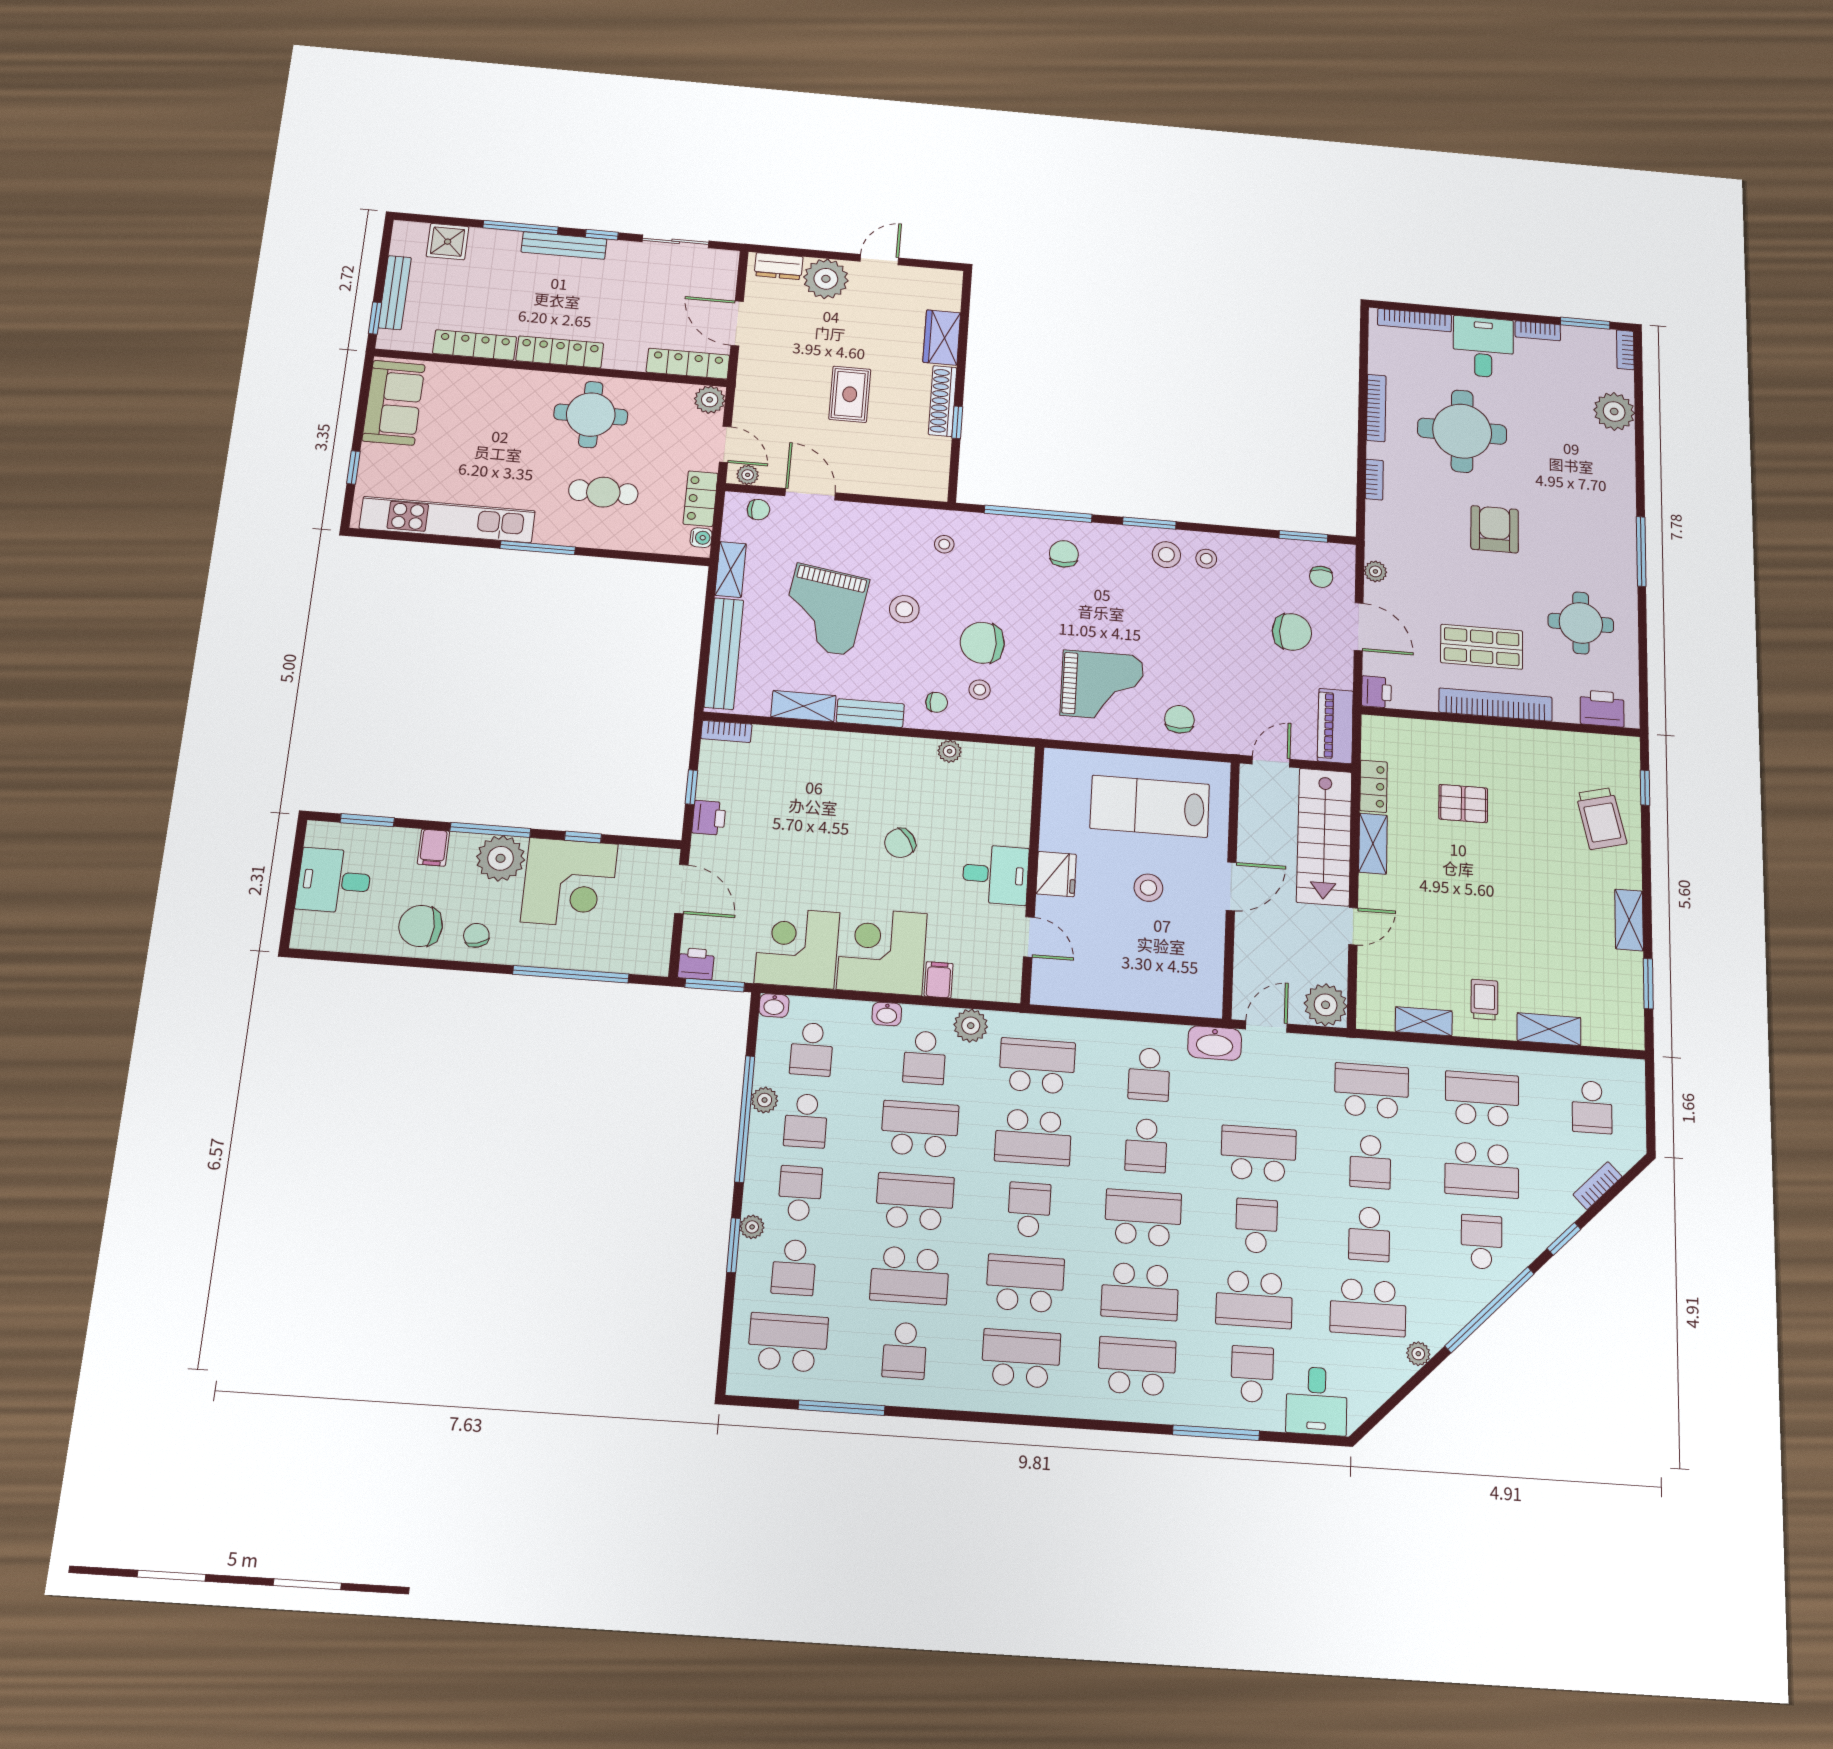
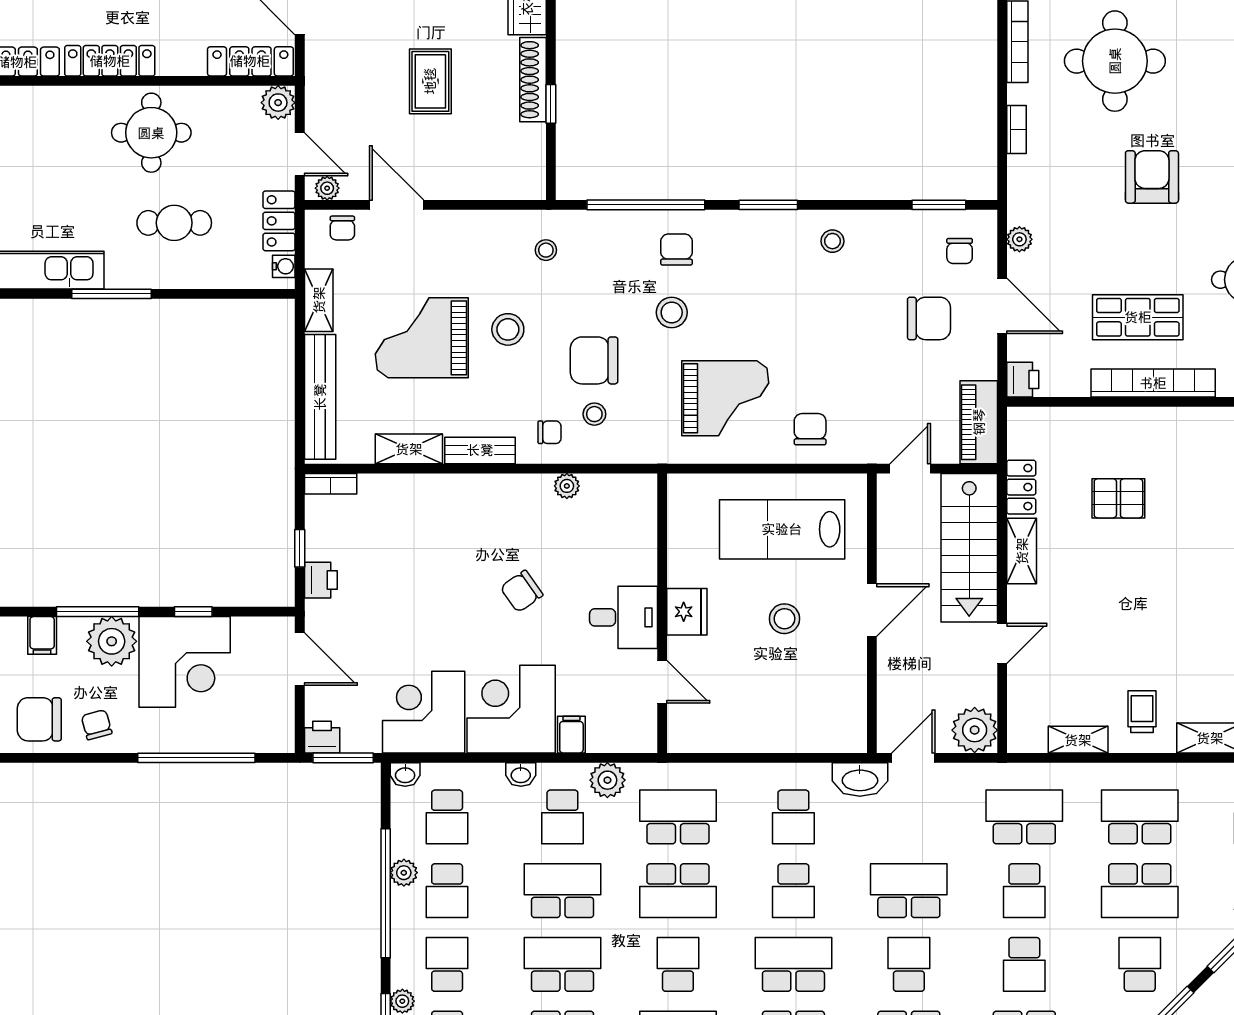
chair: (758, 510) -> (342, 228), turned 90
stool: (1166, 555) -> (672, 312), moved
grand piano: (824, 610) -> (422, 338), turned 81

